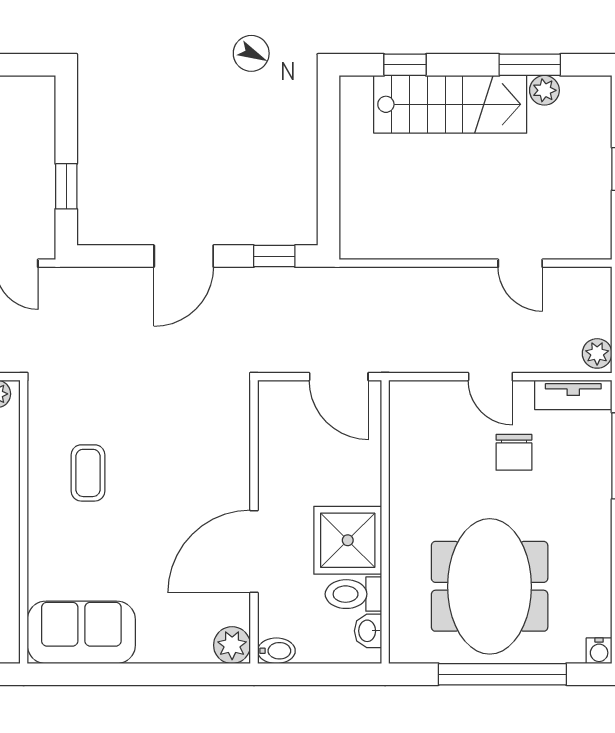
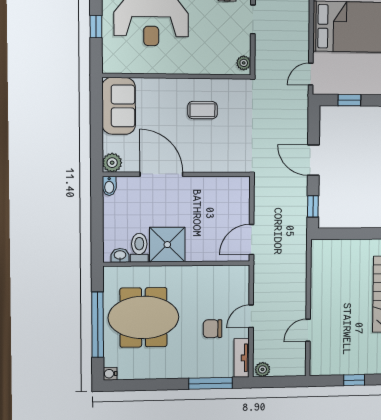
wall: (254, 522) -> (177, 174), moved
door: (254, 552) -> (161, 174), moved
plant: (232, 645) -> (112, 163), moved
bidet: (276, 651) -> (109, 186), moved

